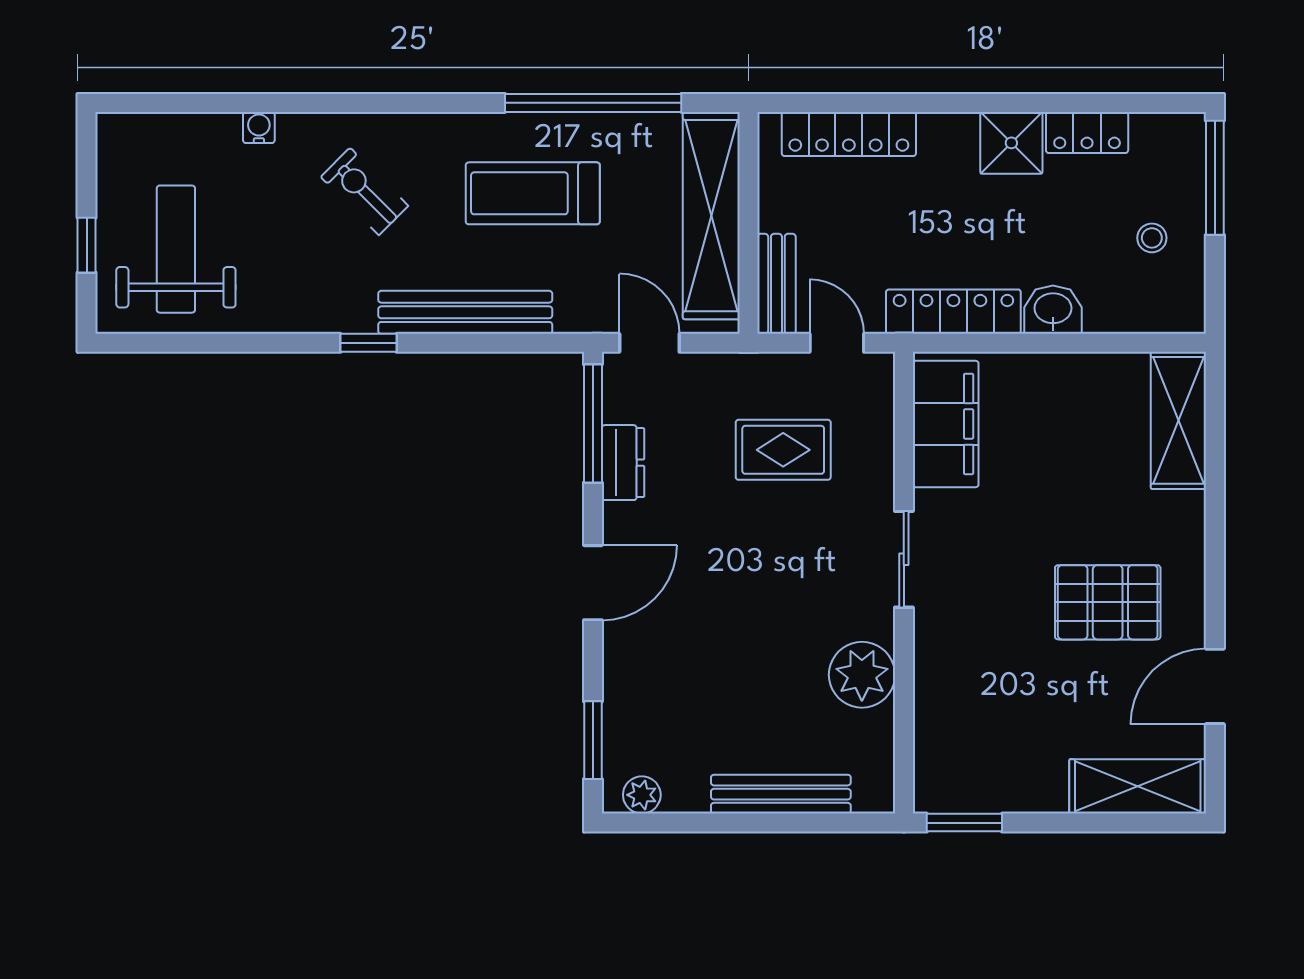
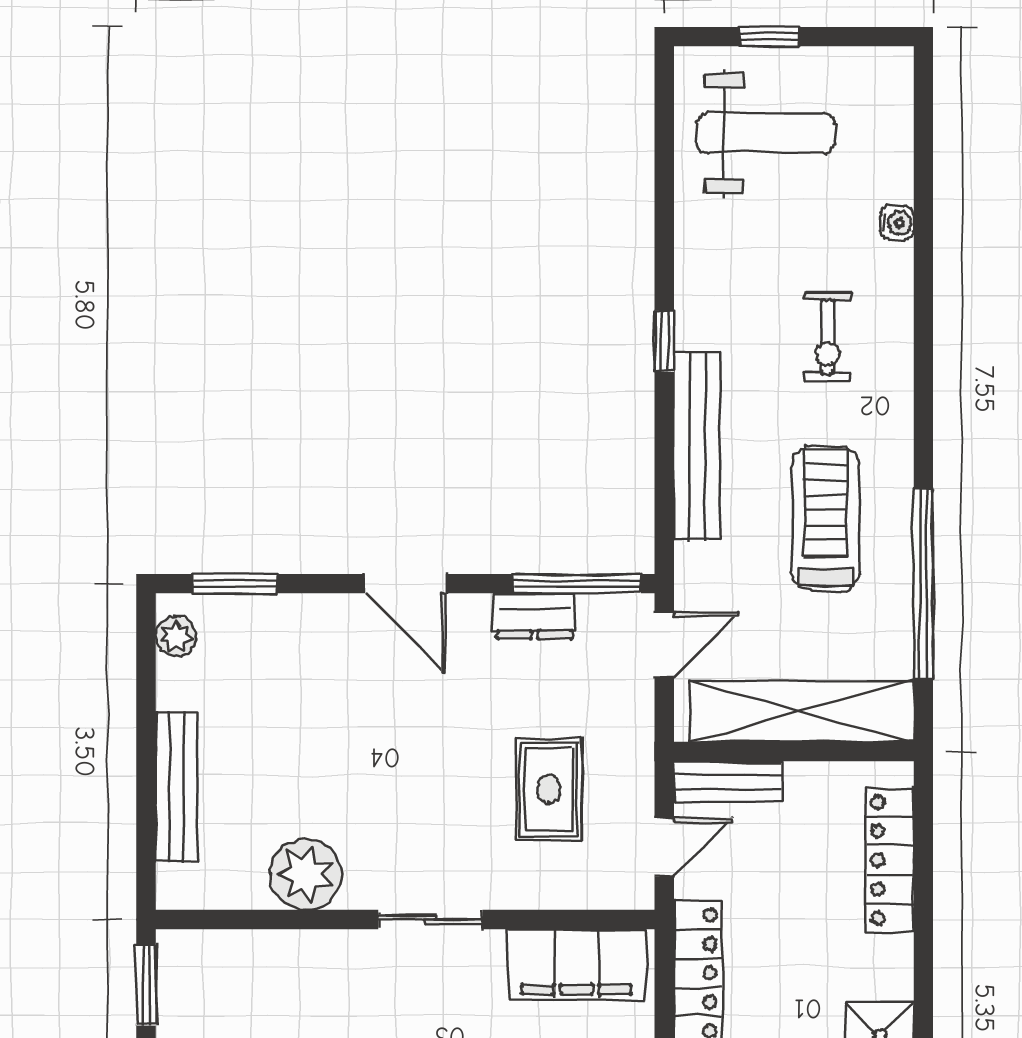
exercise bike: (364, 191) -> (828, 337), turned 135

